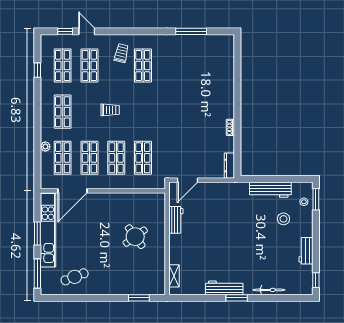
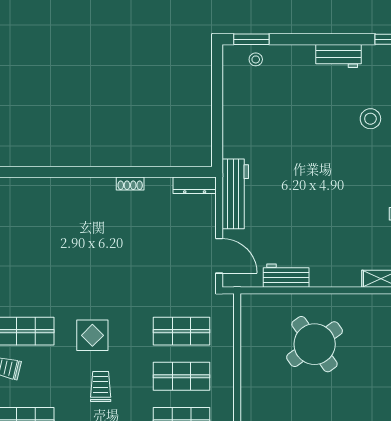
display table: (140, 105) -> (92, 335), added
workbench: (270, 190) -> (235, 194), moved
stool: (283, 219) -> (370, 119), moved
round table: (135, 237) -> (315, 344), width x1.36, depth x1.36

